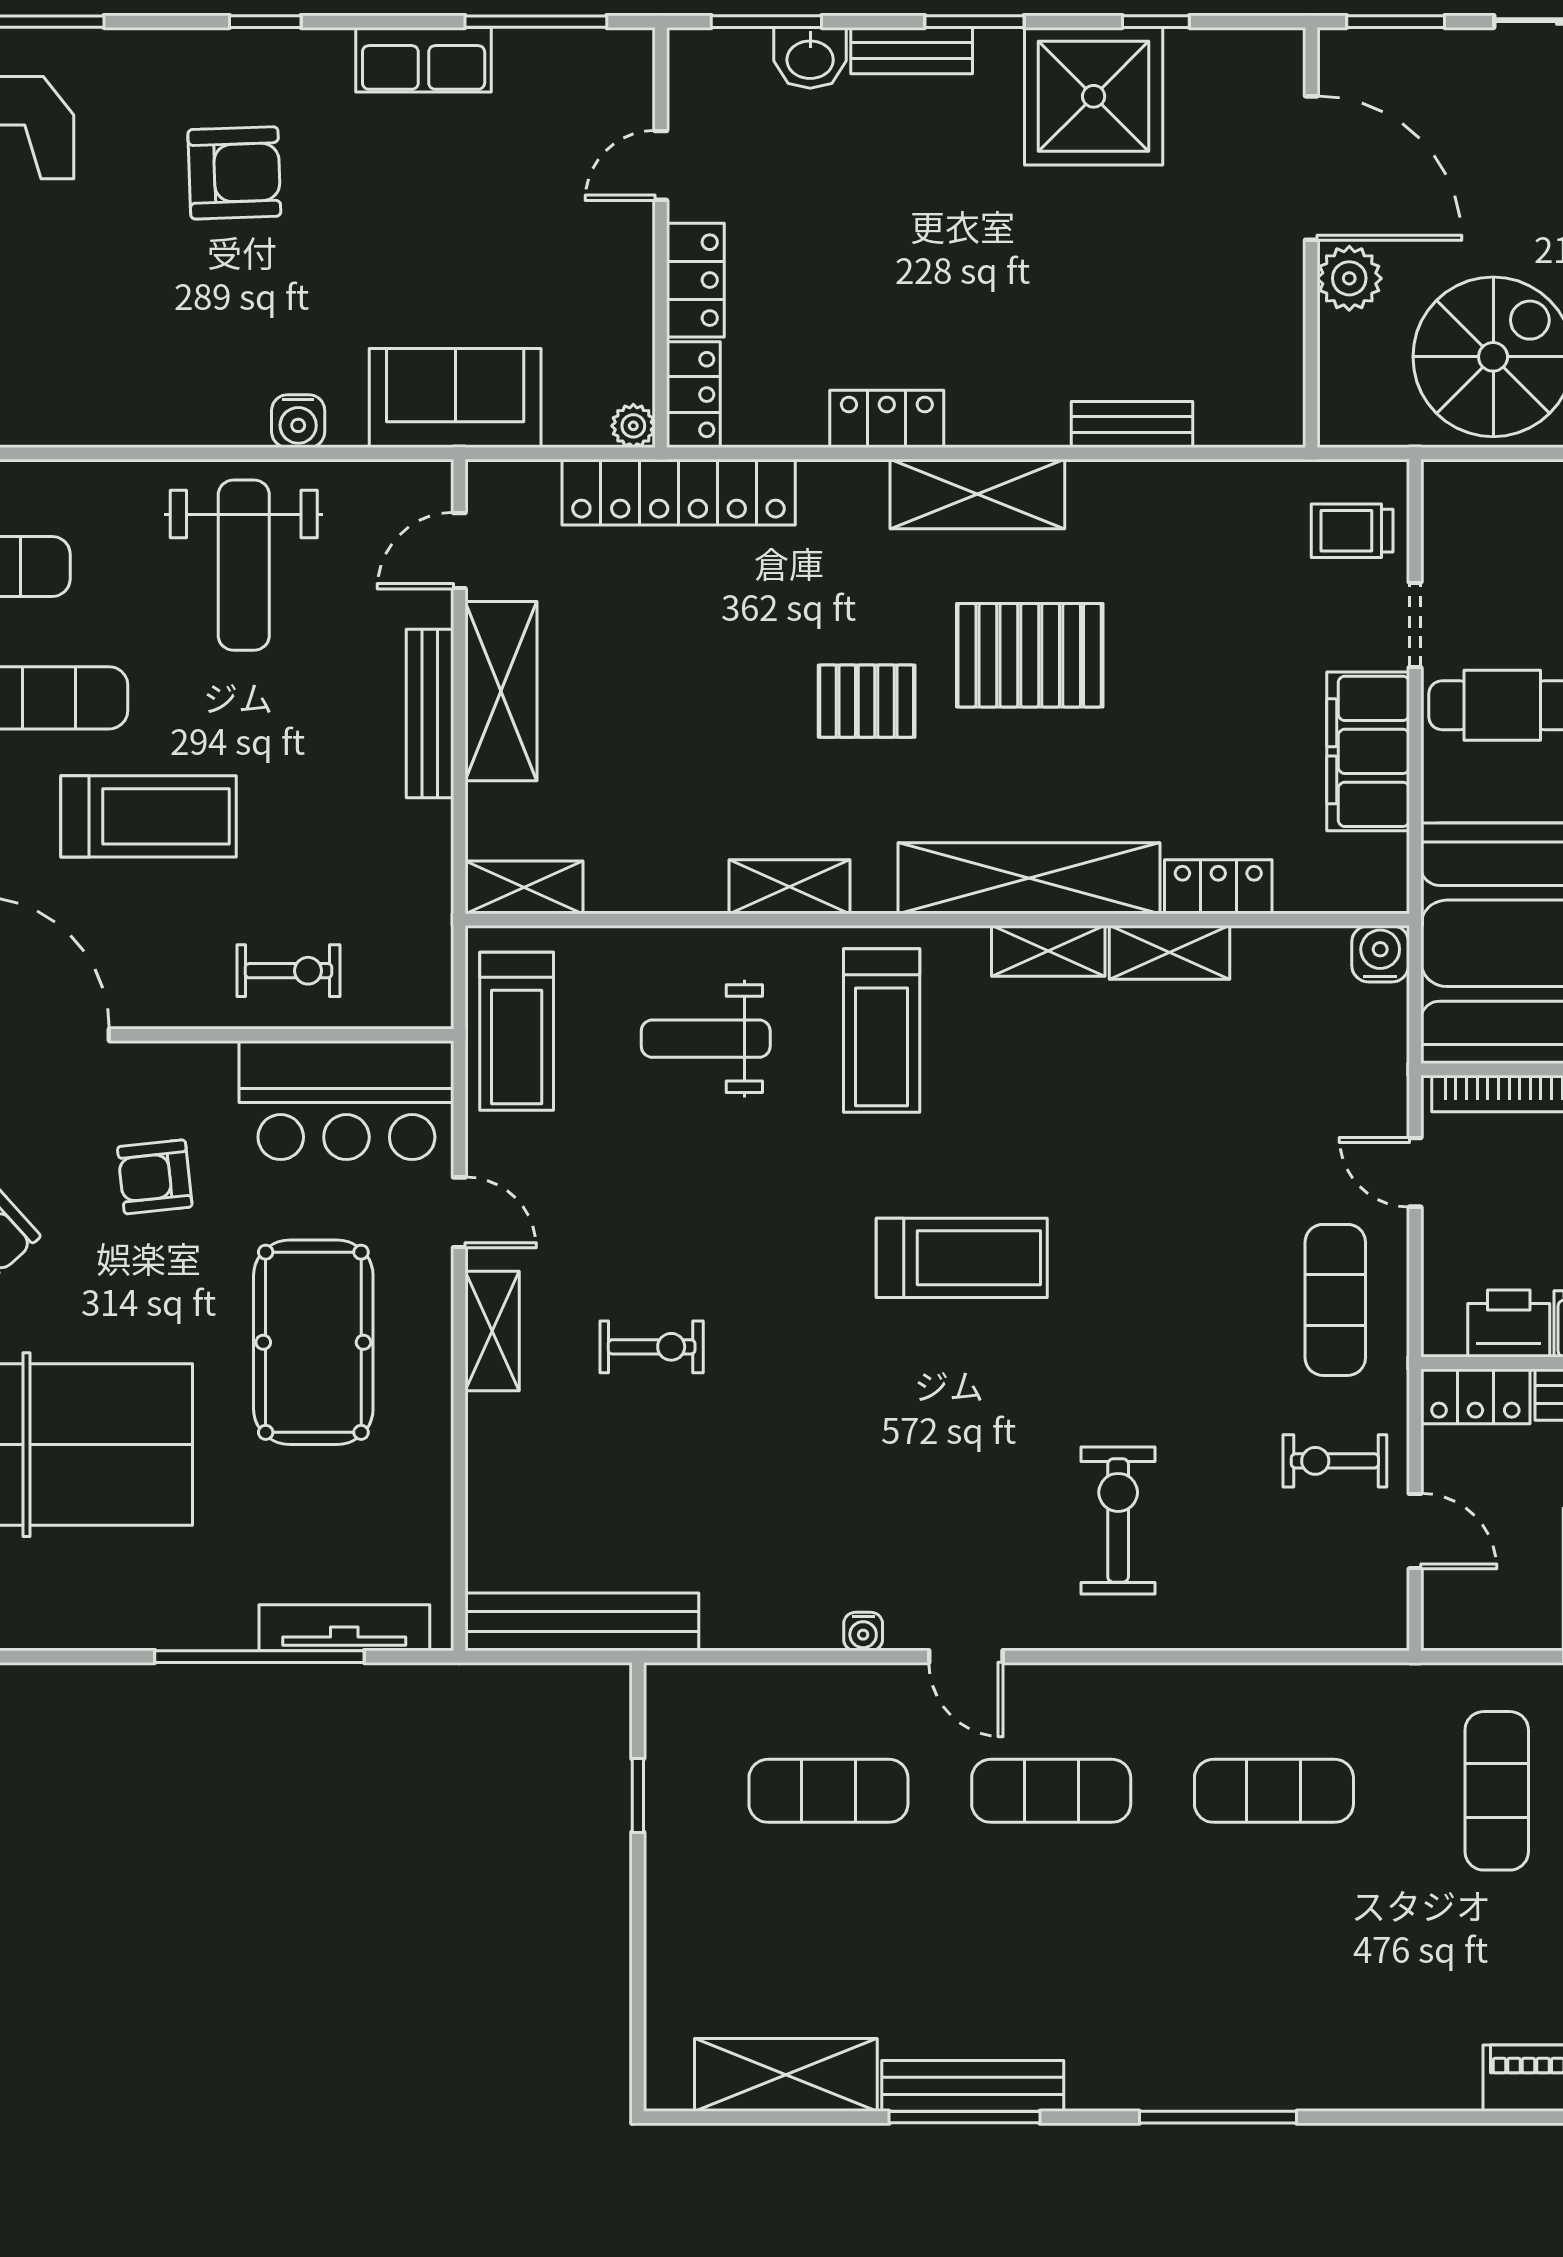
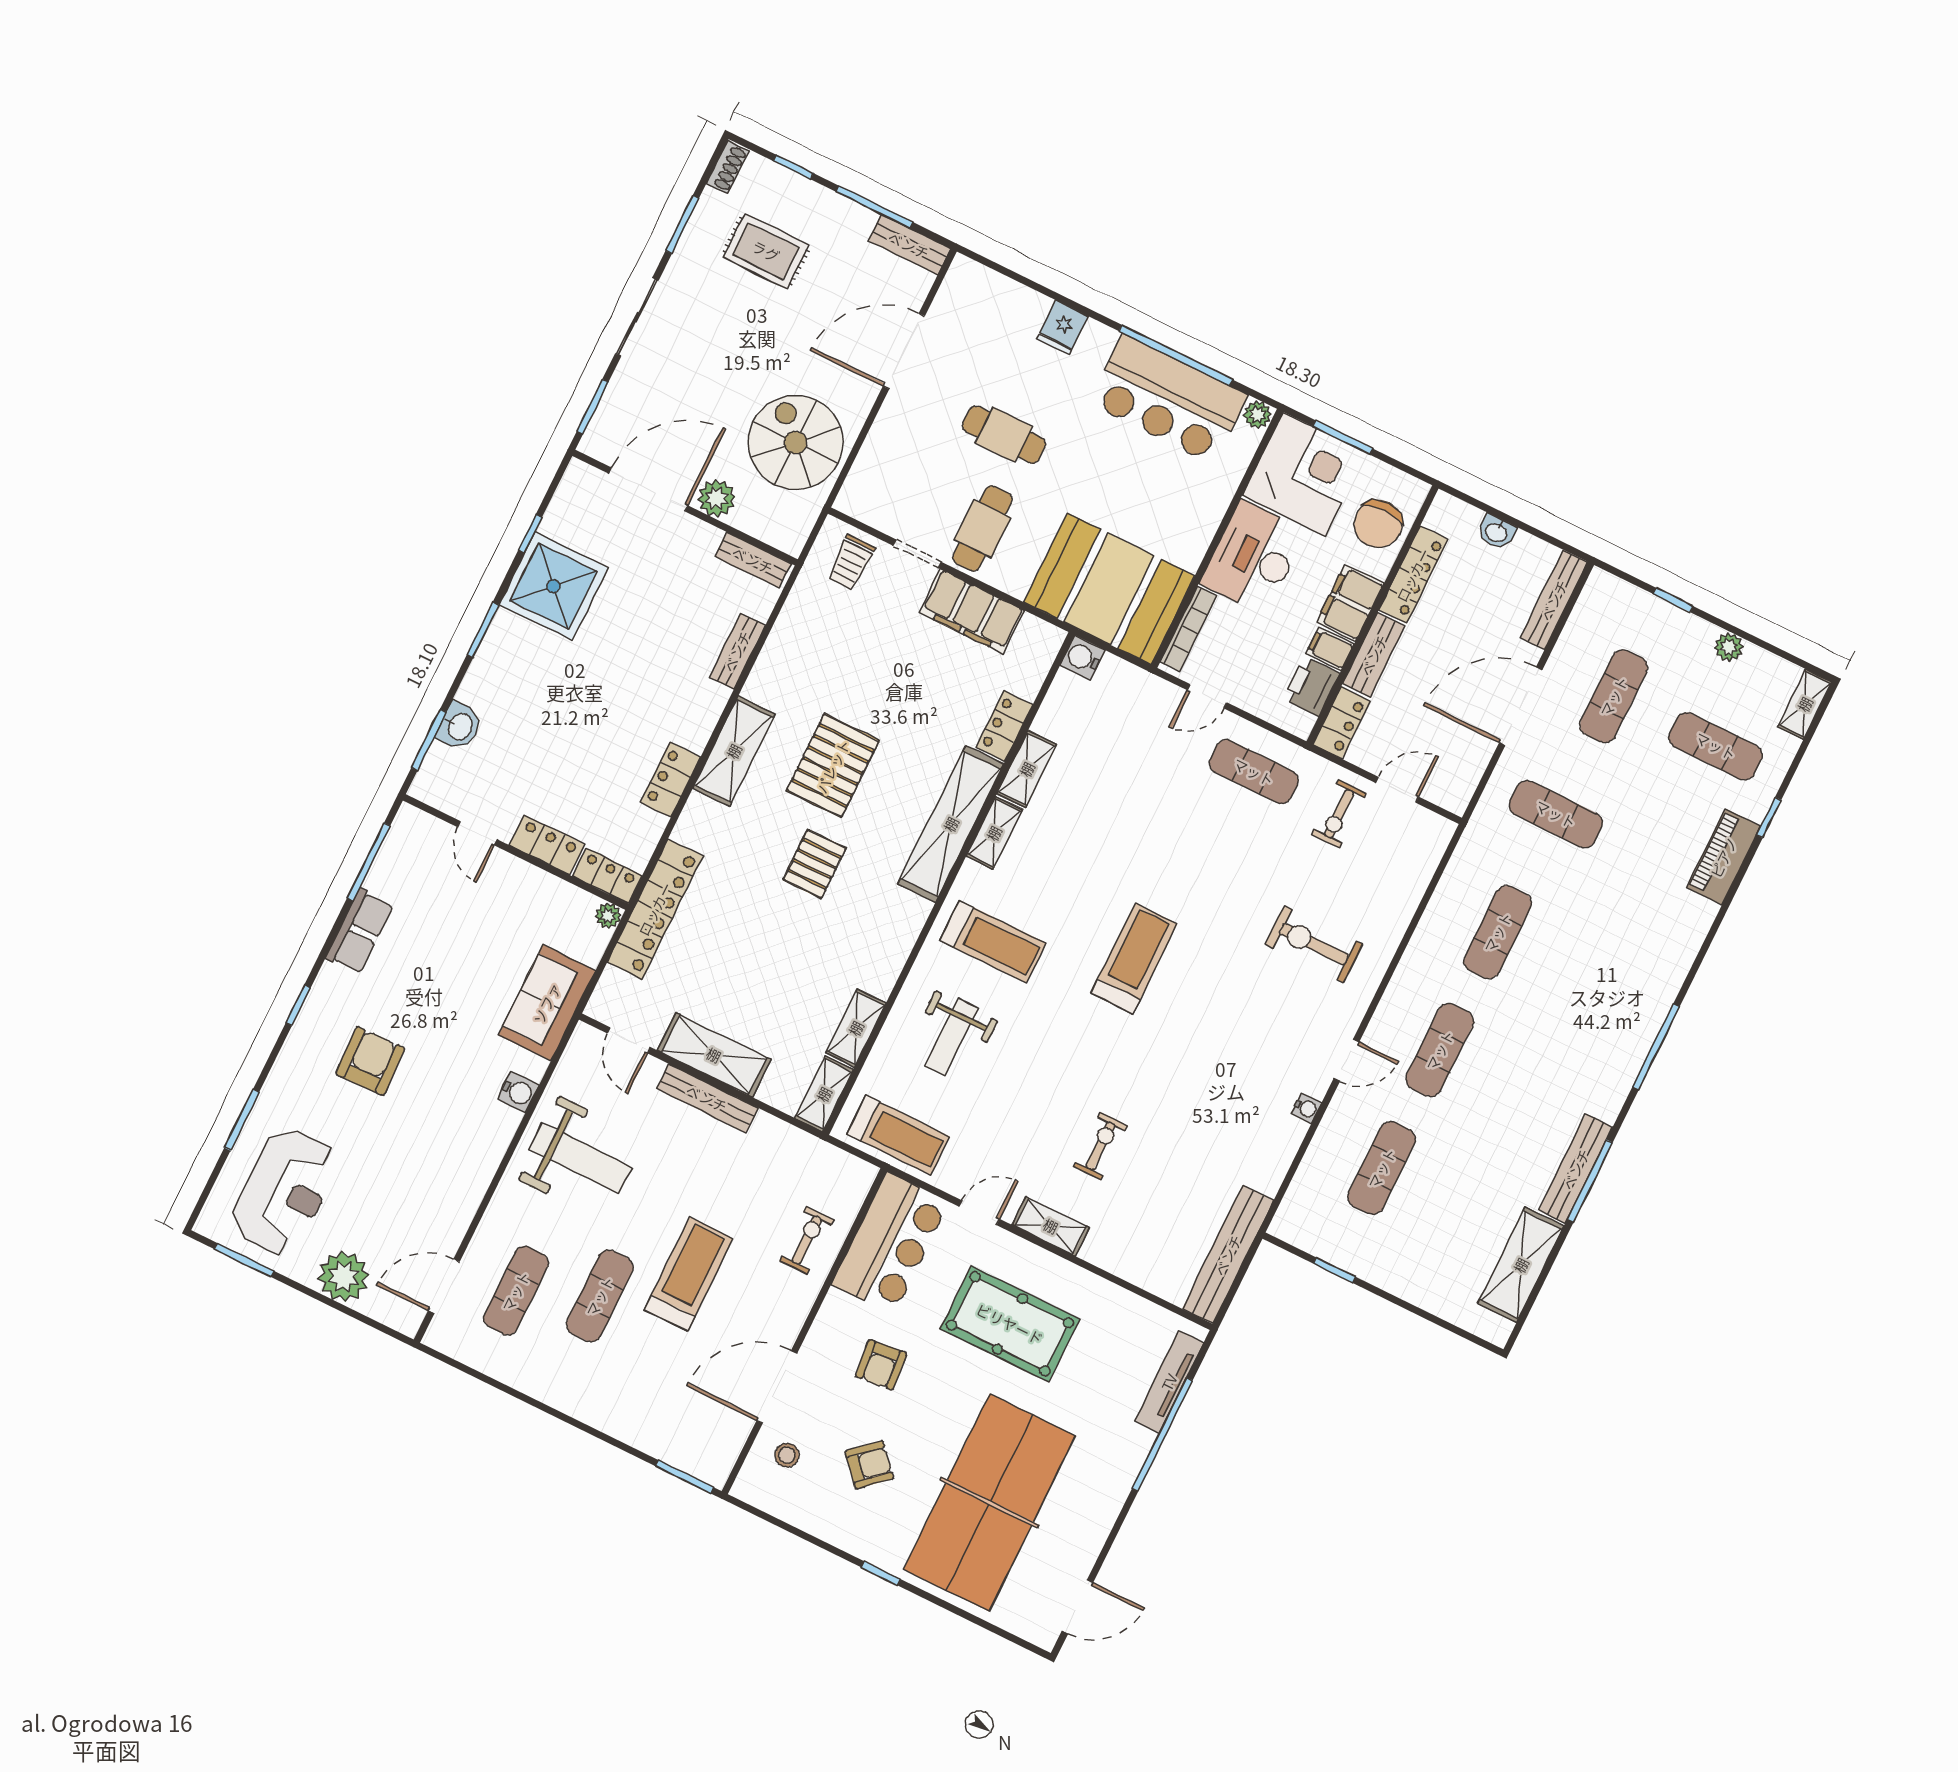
bench: (912, 51) -> (753, 560), moved, turned 90
shelving: (789, 887) -> (856, 1028), moved

